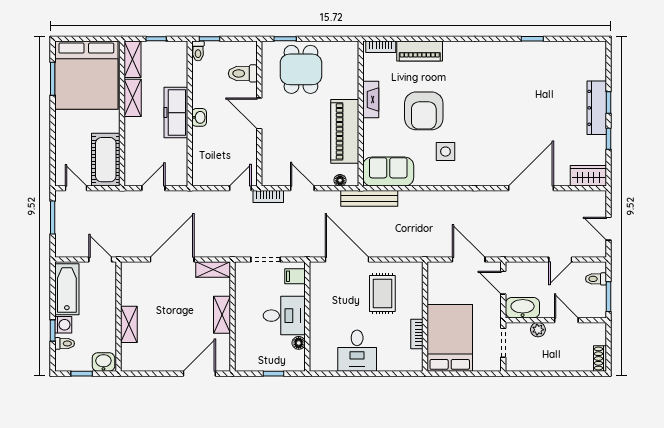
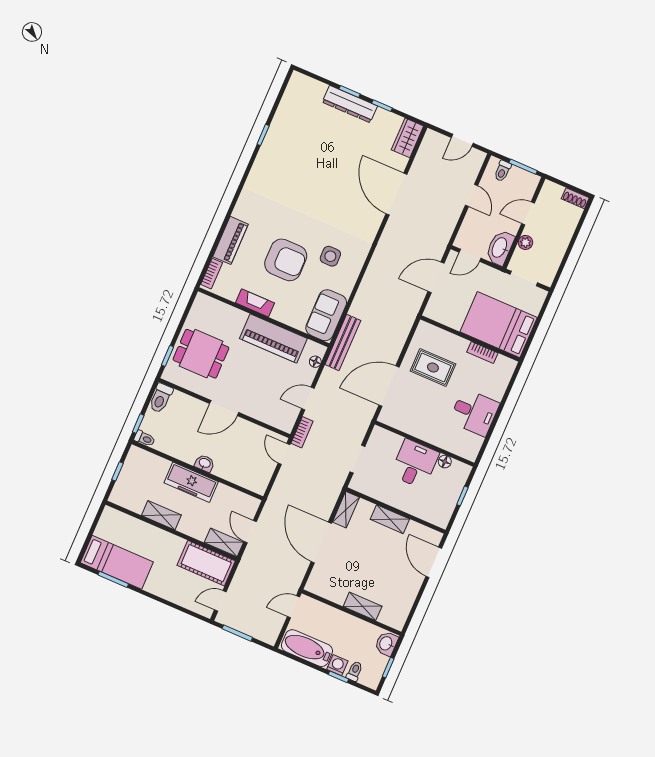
shelving: (133, 59) -> (224, 542), moved
toilet: (243, 73) -> (161, 398), moved
bed: (86, 75) -> (117, 562), width x0.49
filing cabinet: (295, 276) -> (384, 439), removed

